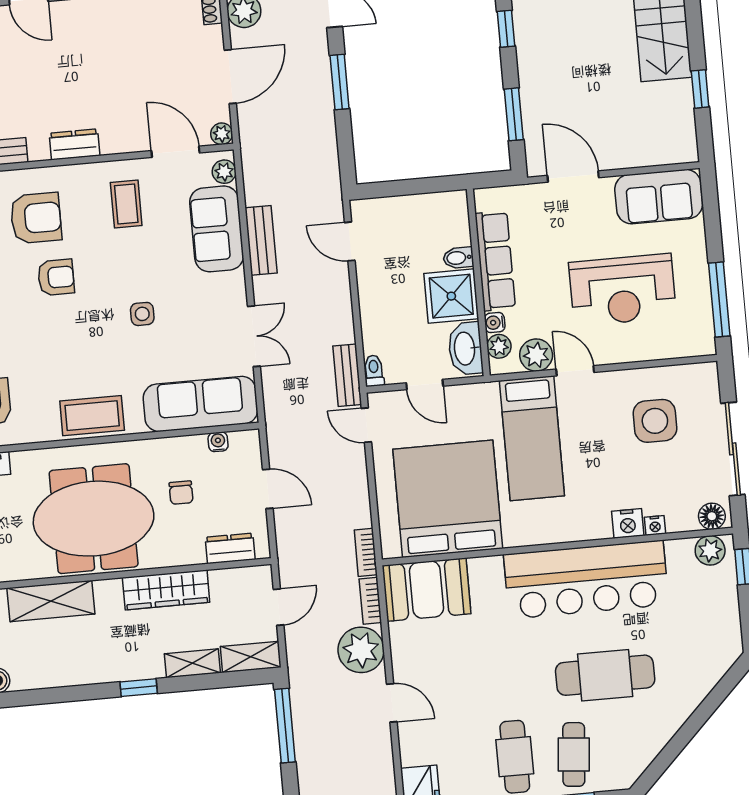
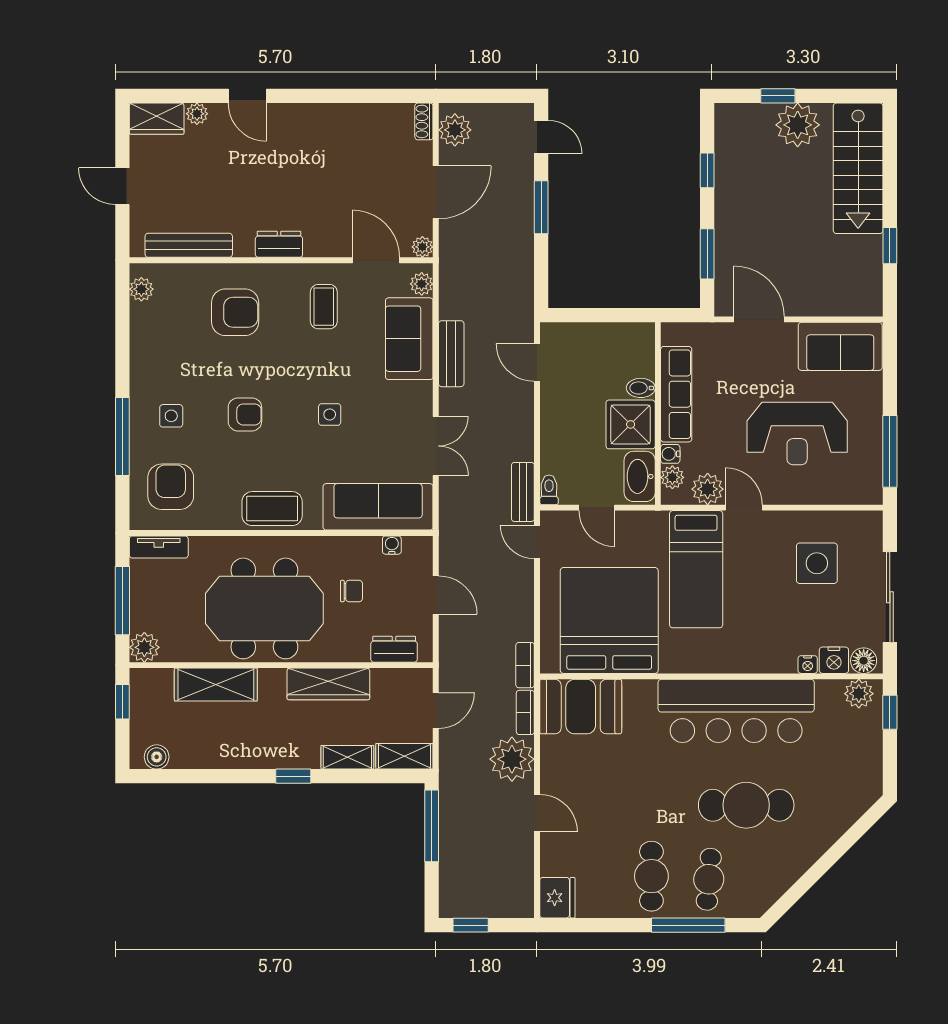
armchair: (56, 277) -> (245, 414), moved
chair: (181, 493) -> (351, 591), turned -90
nightstand: (628, 523) -> (834, 660), moved

